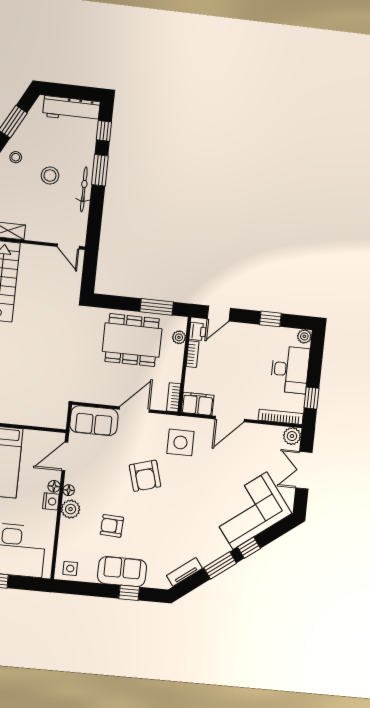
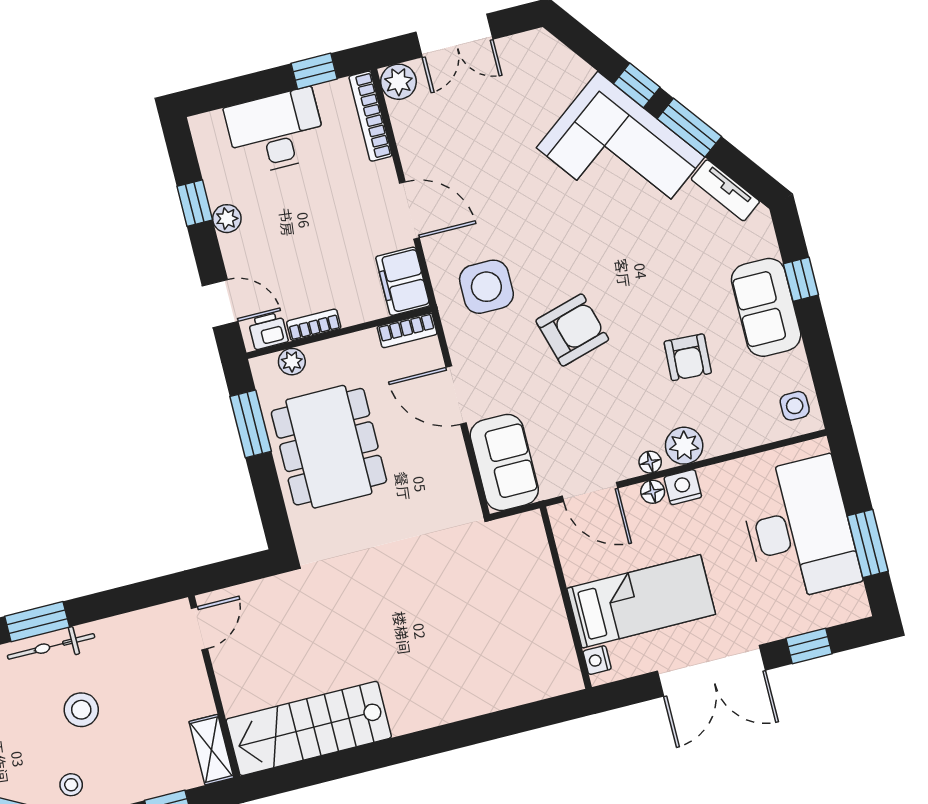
bicycle: (84, 189) -> (51, 646), moved
plant: (304, 336) -> (227, 219), moved
corner sofa: (250, 511) -> (620, 152), moved

